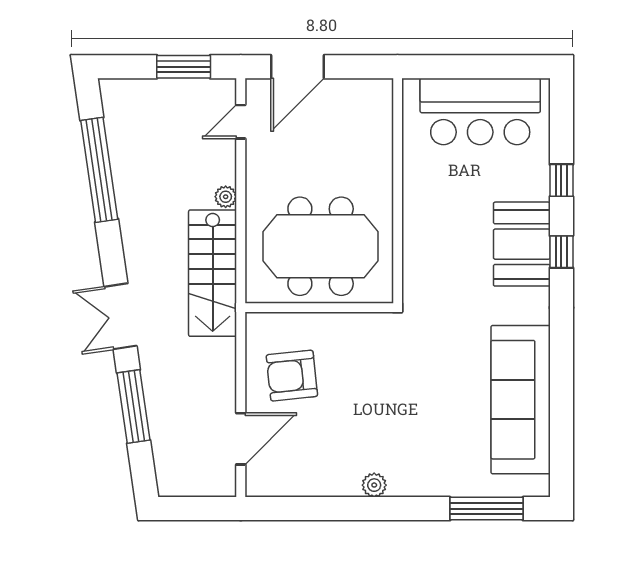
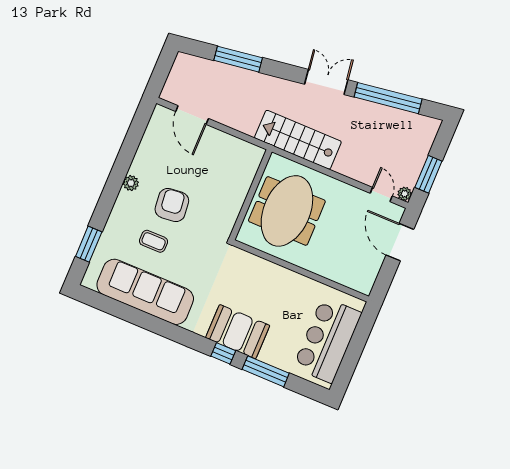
window: (561, 180) -> (266, 371), width x2.17
plant: (226, 197) -> (405, 194), moved
double door: (120, 316) -> (326, 82), moved
armchair: (292, 376) -> (172, 205), moved
coffee table: (444, 418) -> (154, 241), added
window: (487, 509) -> (89, 244), width x0.69

